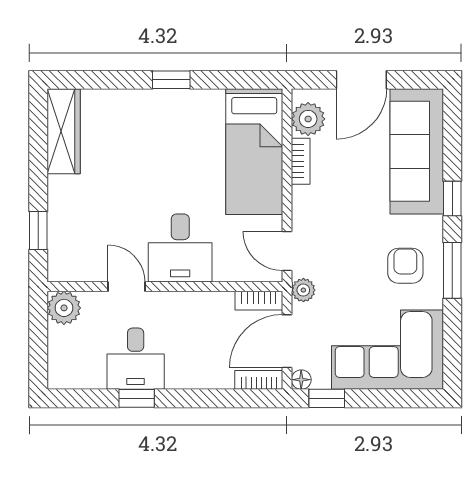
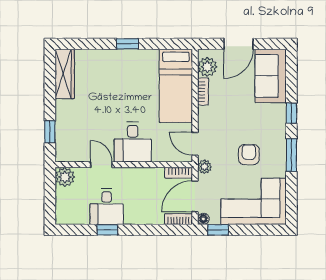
sofa: (417, 151) -> (271, 76), width x0.73
armchair: (405, 266) -> (249, 155), moved

